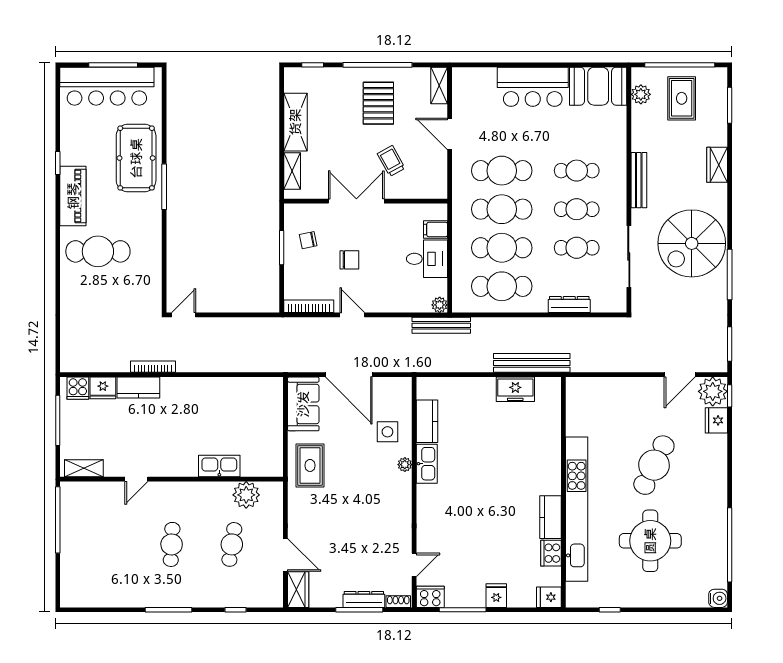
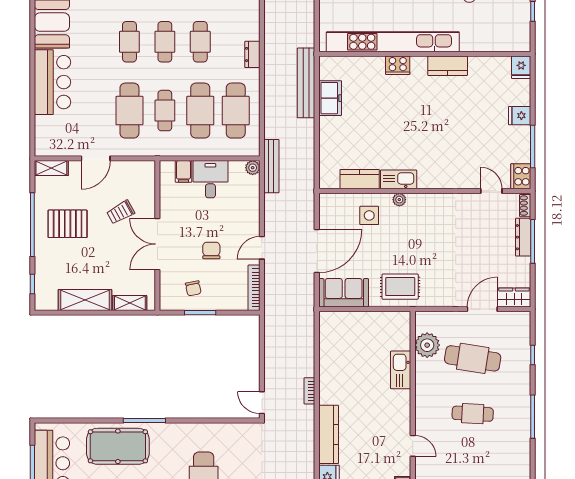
cafe table: (502, 209) -> (165, 111), width x0.73, depth x0.74
dresser: (569, 305) -> (252, 54), width x0.70
bookcase: (153, 367) -> (309, 391), moved, width x0.64
kitchen counter: (138, 387) -> (329, 434), width x1.50
kitchen unit: (577, 509) -> (393, 42), moved
cafe table: (232, 544) -> (473, 358), width x1.37, depth x1.35
cooker: (551, 553) -> (398, 65), moved

